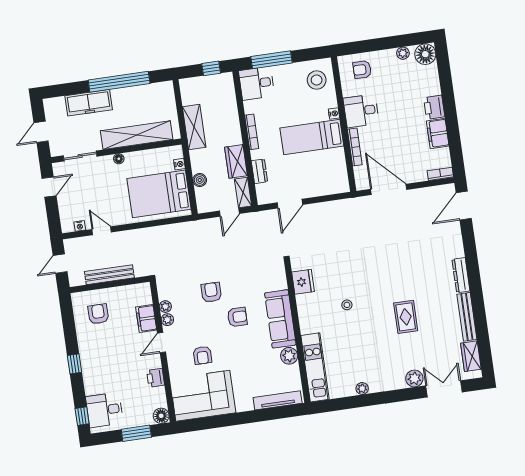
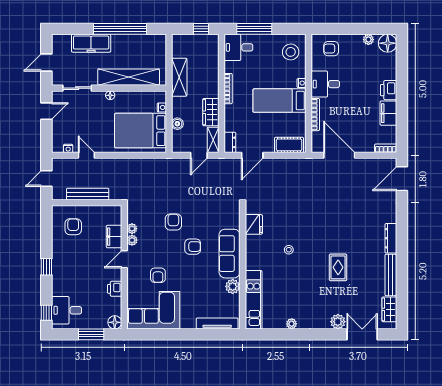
dresser: (259, 171) -> (230, 142), moved
cot: (330, 186) -> (289, 145), added

